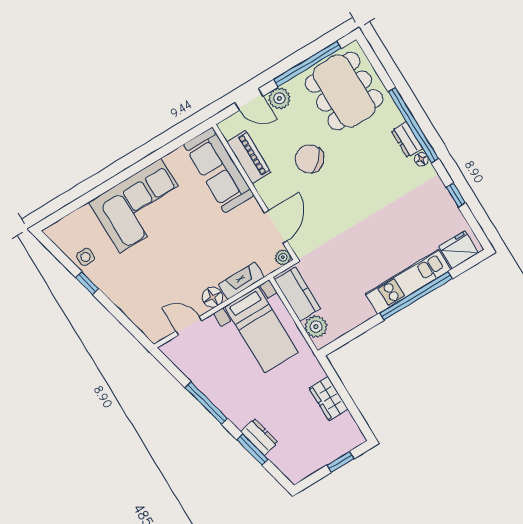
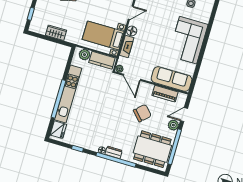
kitchen unit: (408, 282) -> (68, 94), width x1.36

